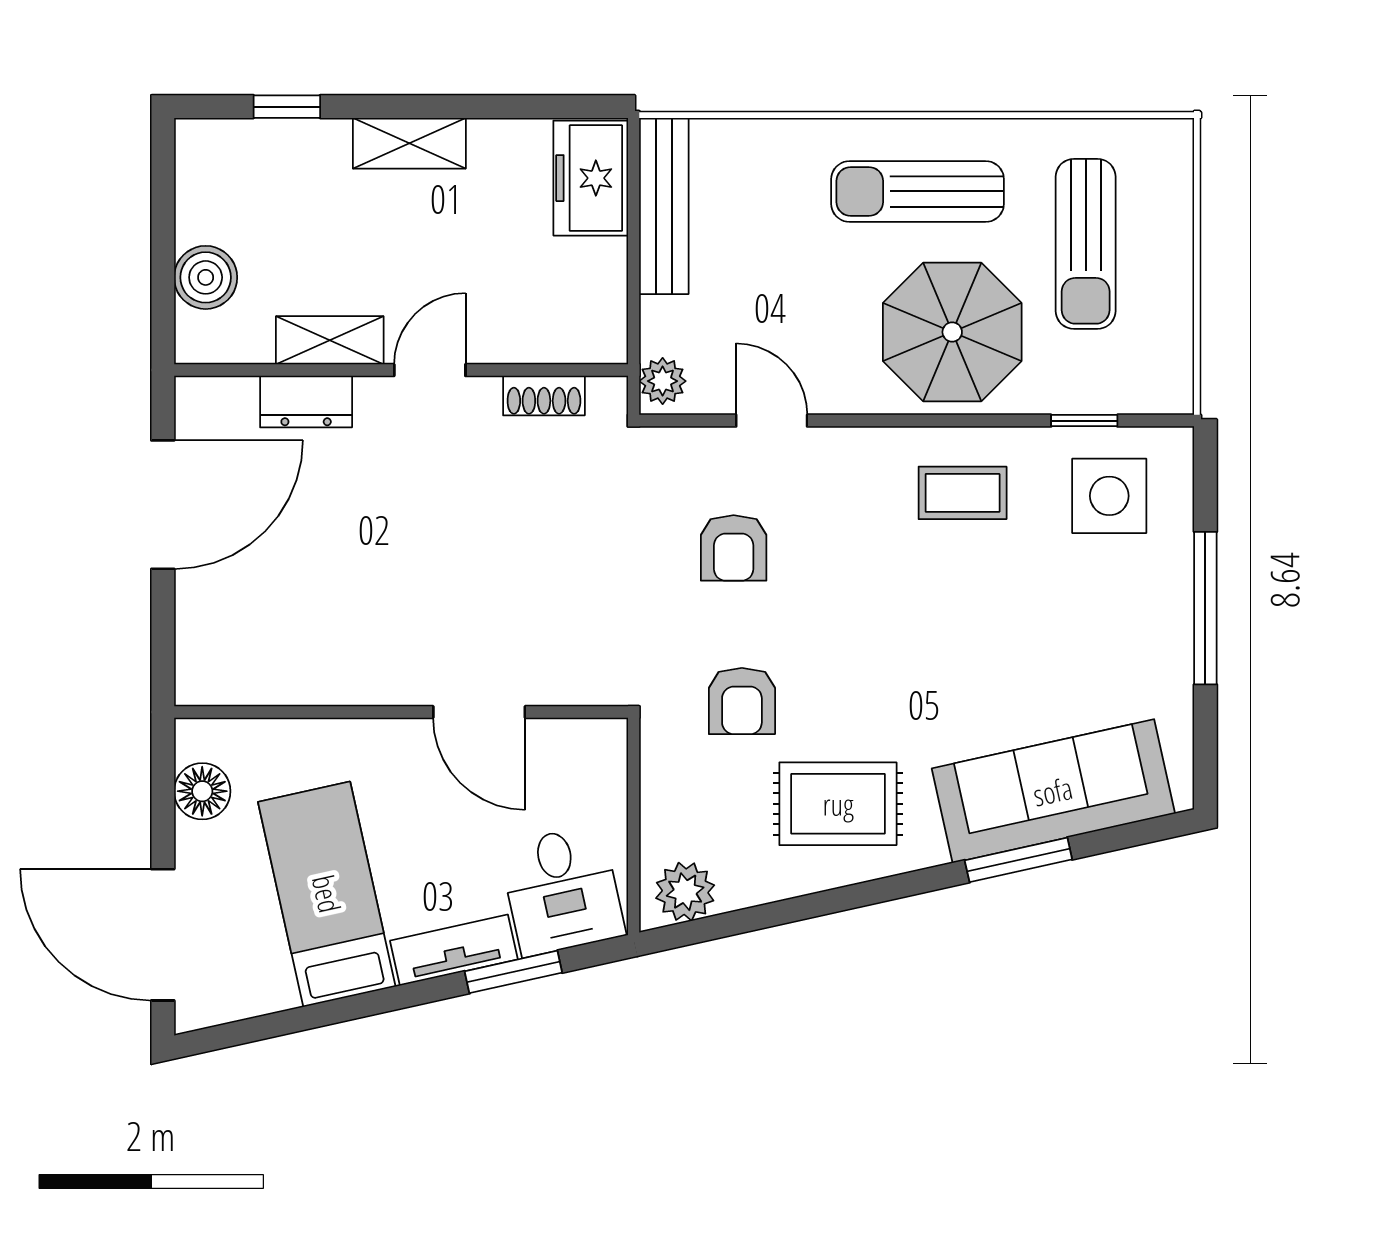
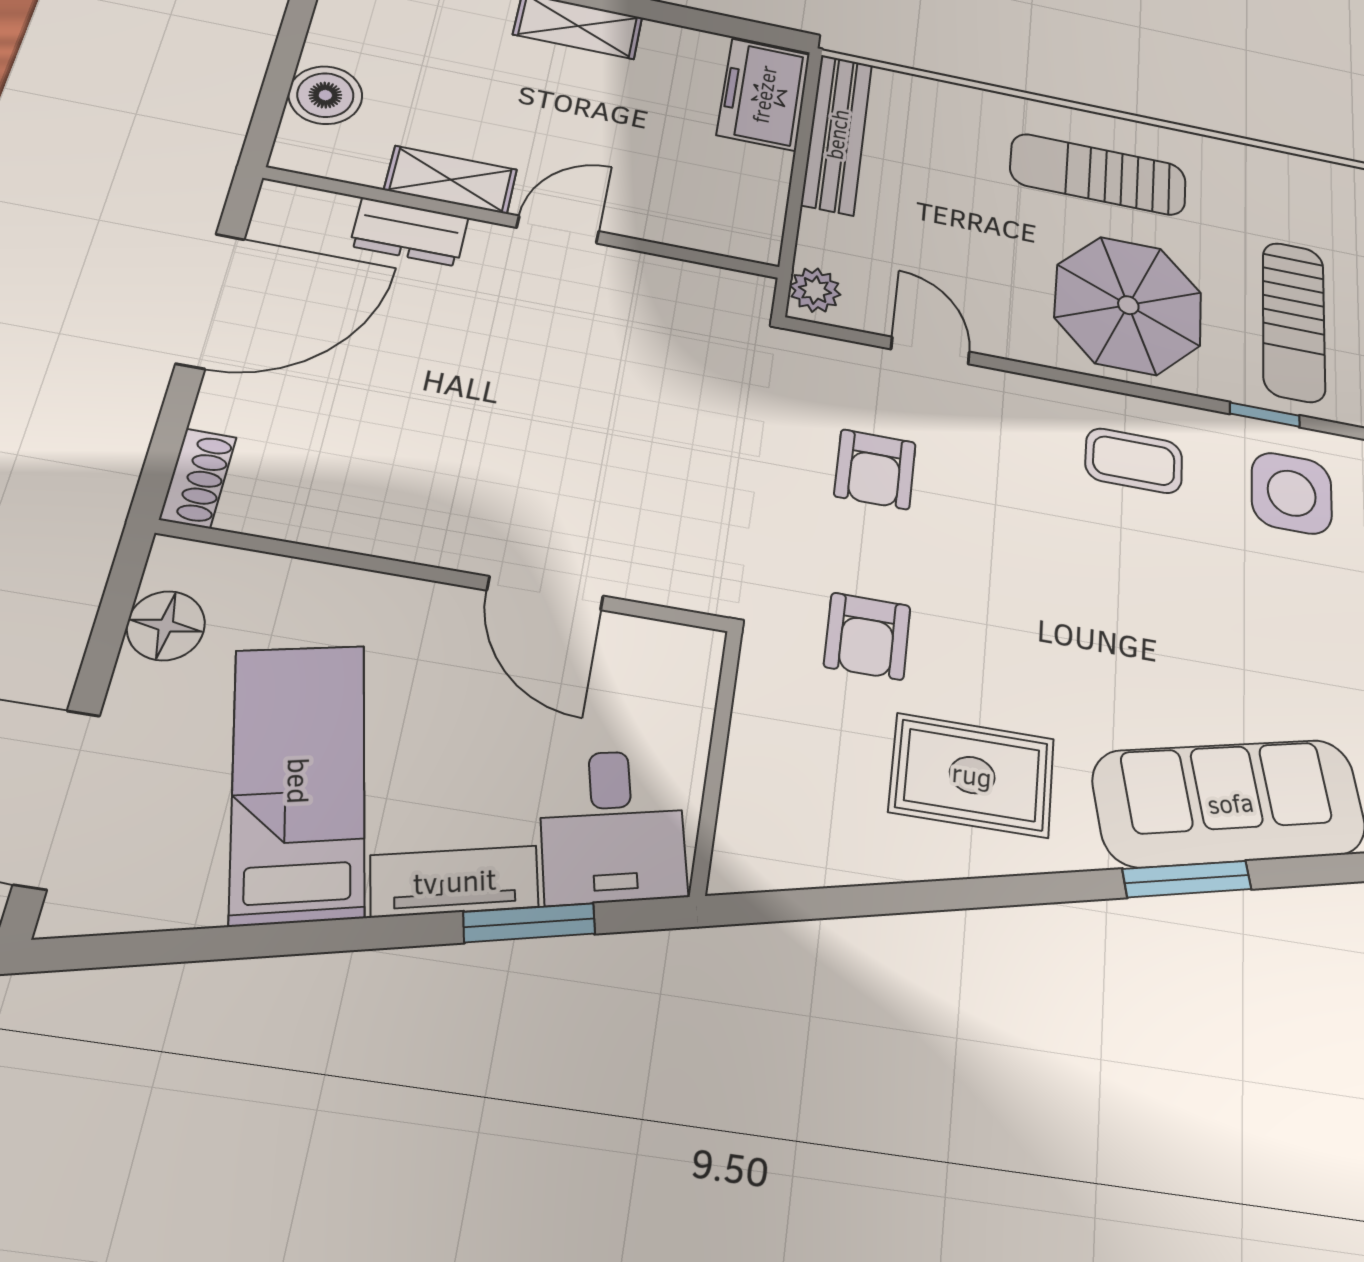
sun lounger: (1086, 244) -> (1294, 321), moved
shoe rack: (544, 396) -> (198, 478), moved, turned -90
plant: (685, 892) -> (771, 853), removed

